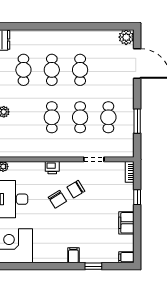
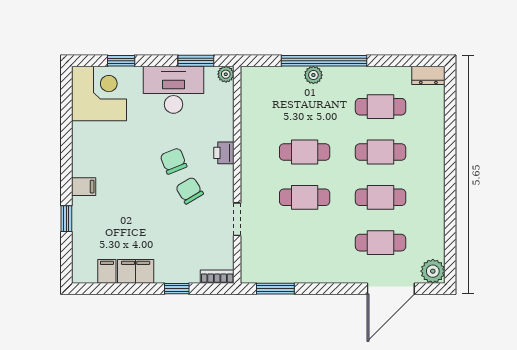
cafe table: (108, 117) -> (381, 243), moved
window: (137, 121) -> (275, 289), moved
chair: (57, 199) -> (173, 161), turned 100
filing cabinet: (126, 257) -> (107, 271), moved

